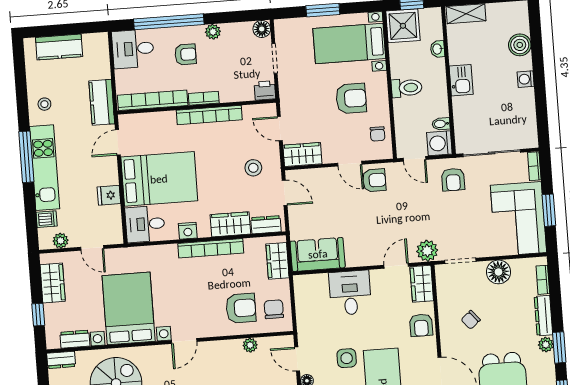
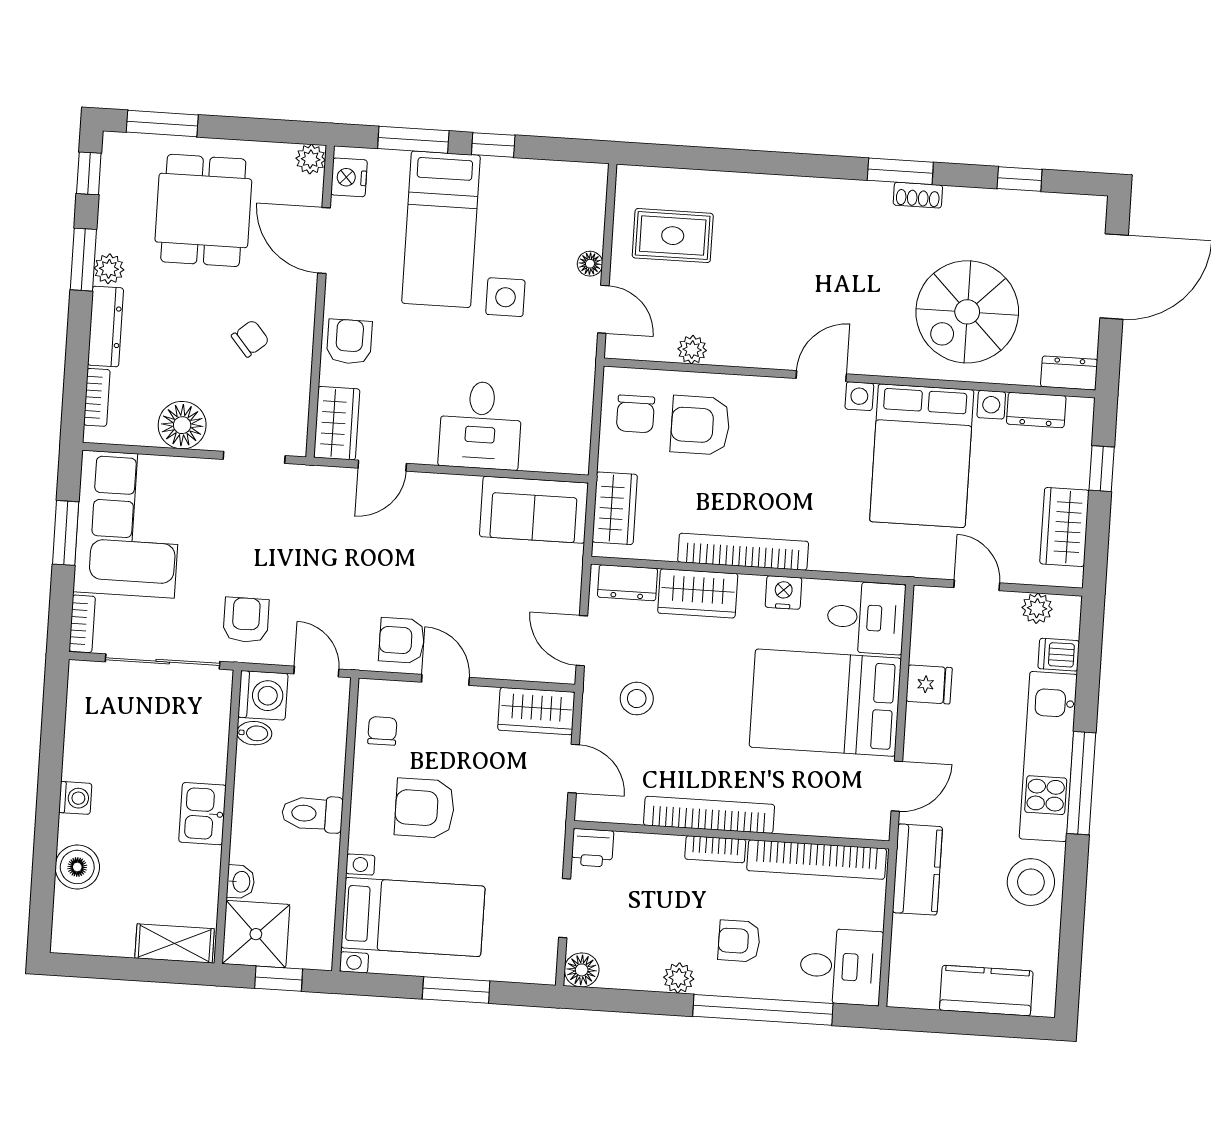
shower: (403, 26) -> (256, 934), moved
stool: (44, 104) -> (1031, 882), width x1.89, depth x1.89
plant: (427, 251) -> (317, 487), removed

